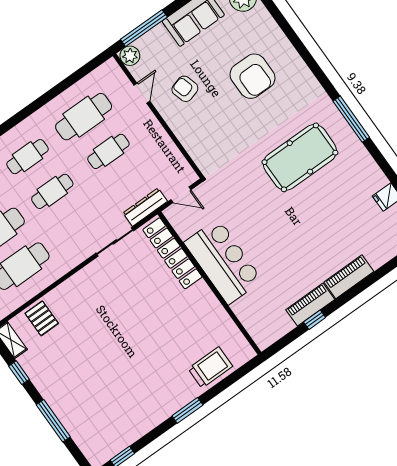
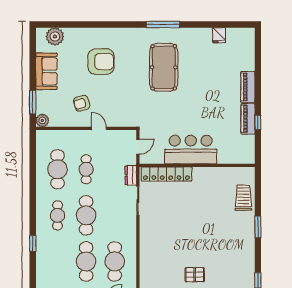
window: (144, 28) -> (33, 102), width x0.69
door: (142, 93) -> (99, 128), moved
cafe table: (52, 191) -> (86, 215), width x1.37, depth x1.35
dresser: (145, 207) -> (131, 175), width x0.70
pallet: (42, 318) -> (195, 275), moved

